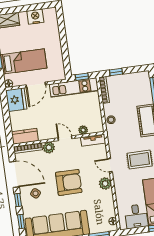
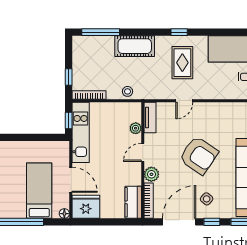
armchair: (69, 182) -> (199, 155), turned 124
plant: (105, 184) -> (206, 110), removed

